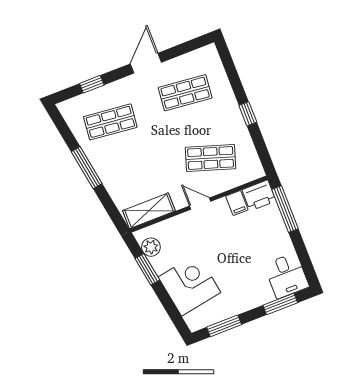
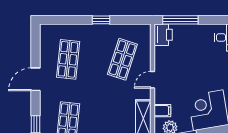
door: (146, 63) -> (36, 79), hinge flipped
filing cabinet: (237, 203) -> (162, 111), moved

